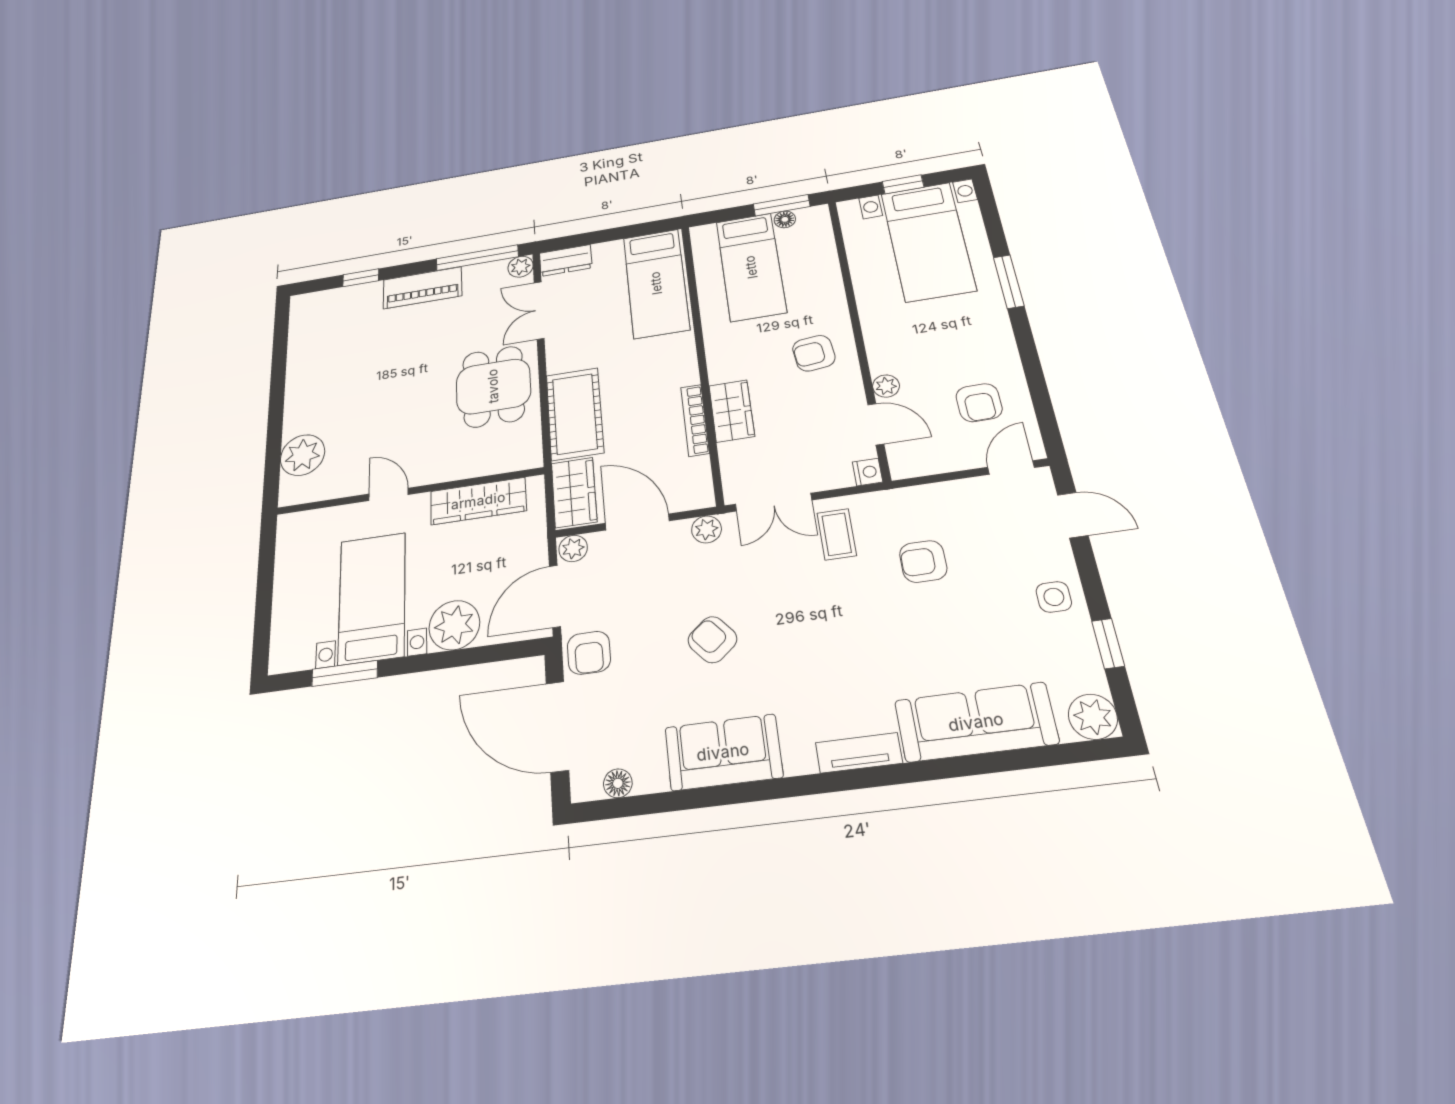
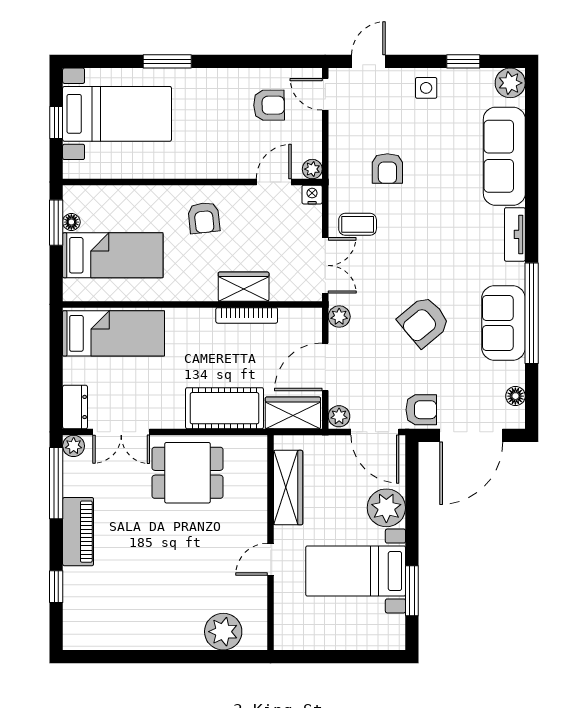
plant: (886, 386) -> (312, 169), moved
armchair: (712, 640) -> (424, 322), width x1.38, depth x1.38
window: (743, 793) -> (532, 313), added

